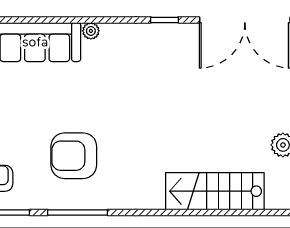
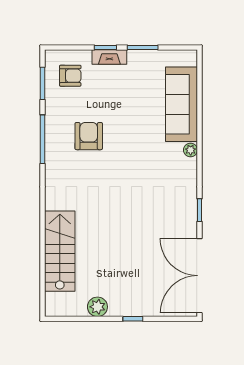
armchair: (74, 156) -> (89, 136), width x0.73, depth x0.73

